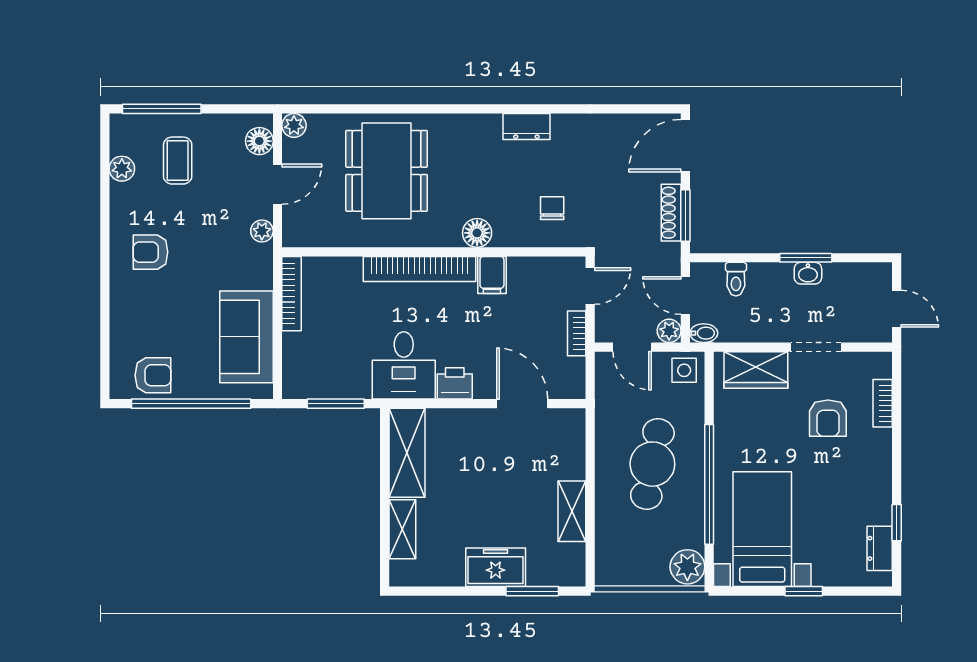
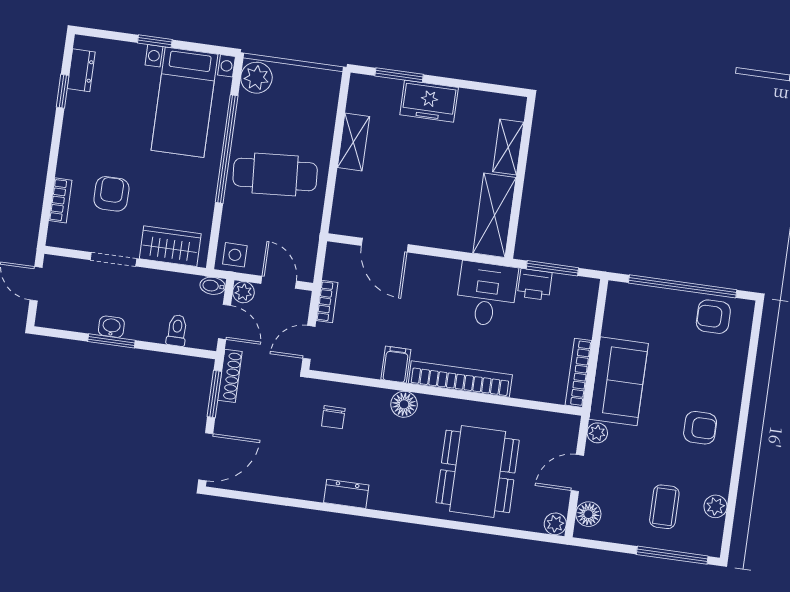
shoe rack: (671, 213) -> (230, 376), moved
sofa: (246, 337) -> (619, 381), moved
printer: (455, 383) -> (535, 284), moved
cafe table: (652, 464) -> (275, 174), turned 75

